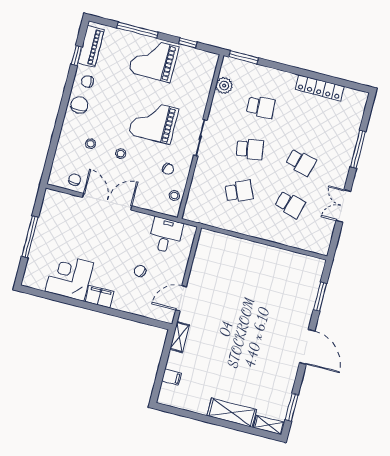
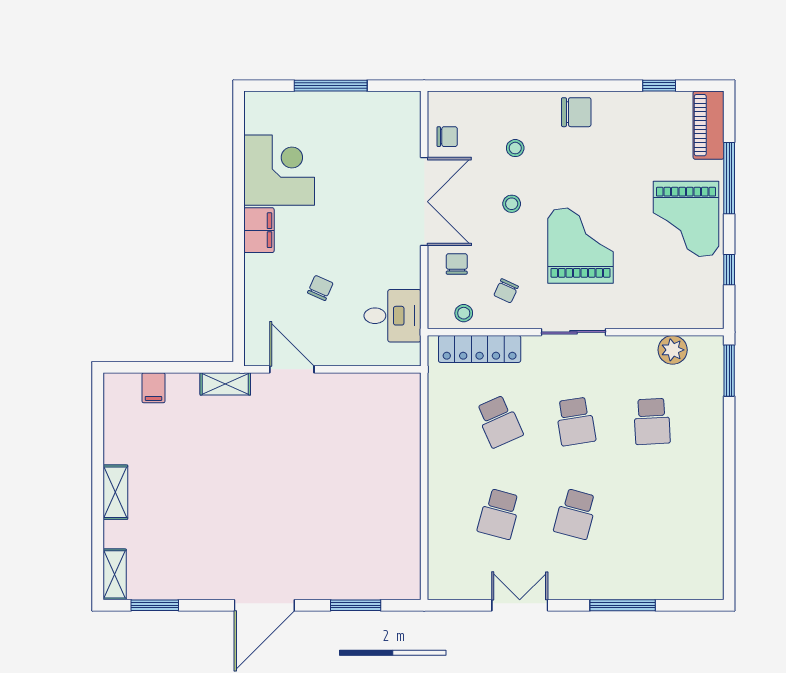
piano: (91, 46) -> (708, 125), moved, turned 90
grand piano: (154, 60) -> (686, 219), turned 180
chair: (87, 81) -> (457, 264), moved
locker: (320, 88) -> (480, 349), moved, turned -90
shelving: (232, 413) -> (115, 492), width x0.67, depth x0.75

